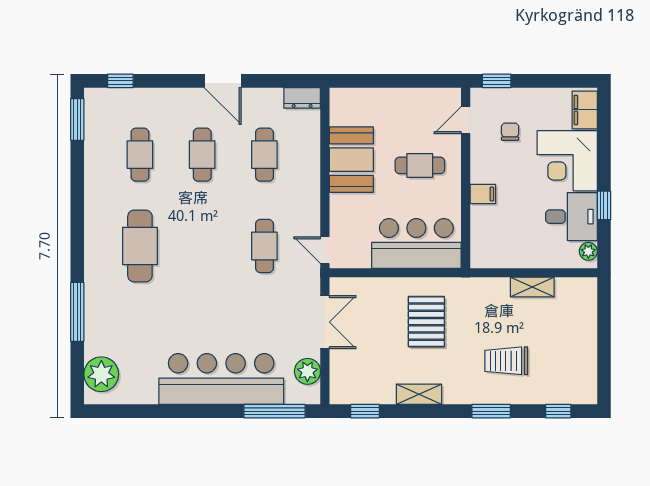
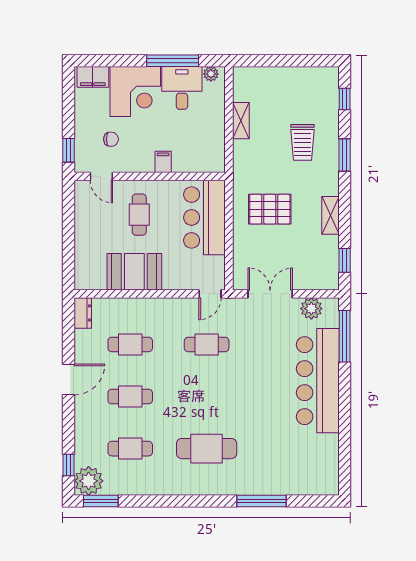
chair: (510, 132) -> (111, 139), turned 180
window: (604, 205) -> (173, 61), width x2.17
plant: (101, 374) -> (89, 481), moved

